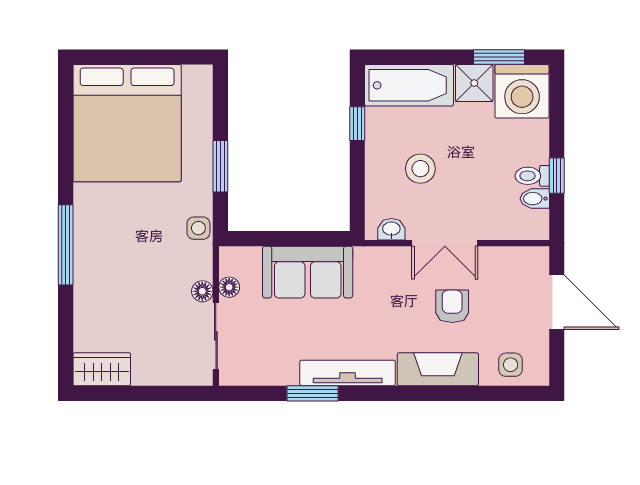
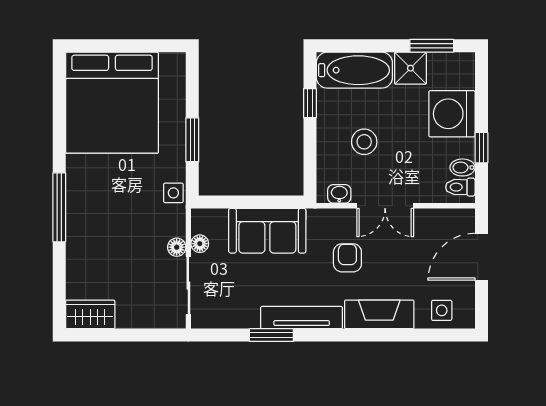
washing machine: (522, 91) -> (452, 114), moved, turned 90
toilet: (532, 176) -> (460, 187), moved
door: (557, 302) -> (481, 257), swing flipped
armchair: (452, 306) -> (347, 258), moved

